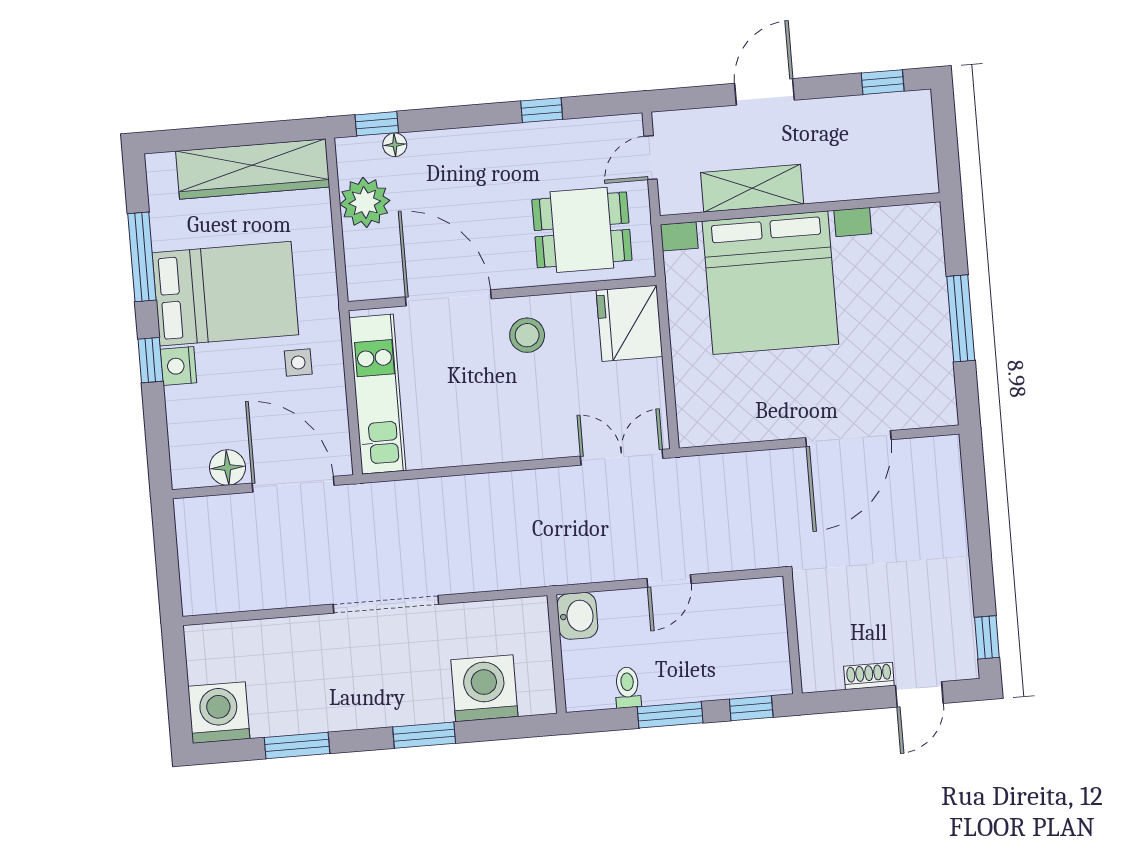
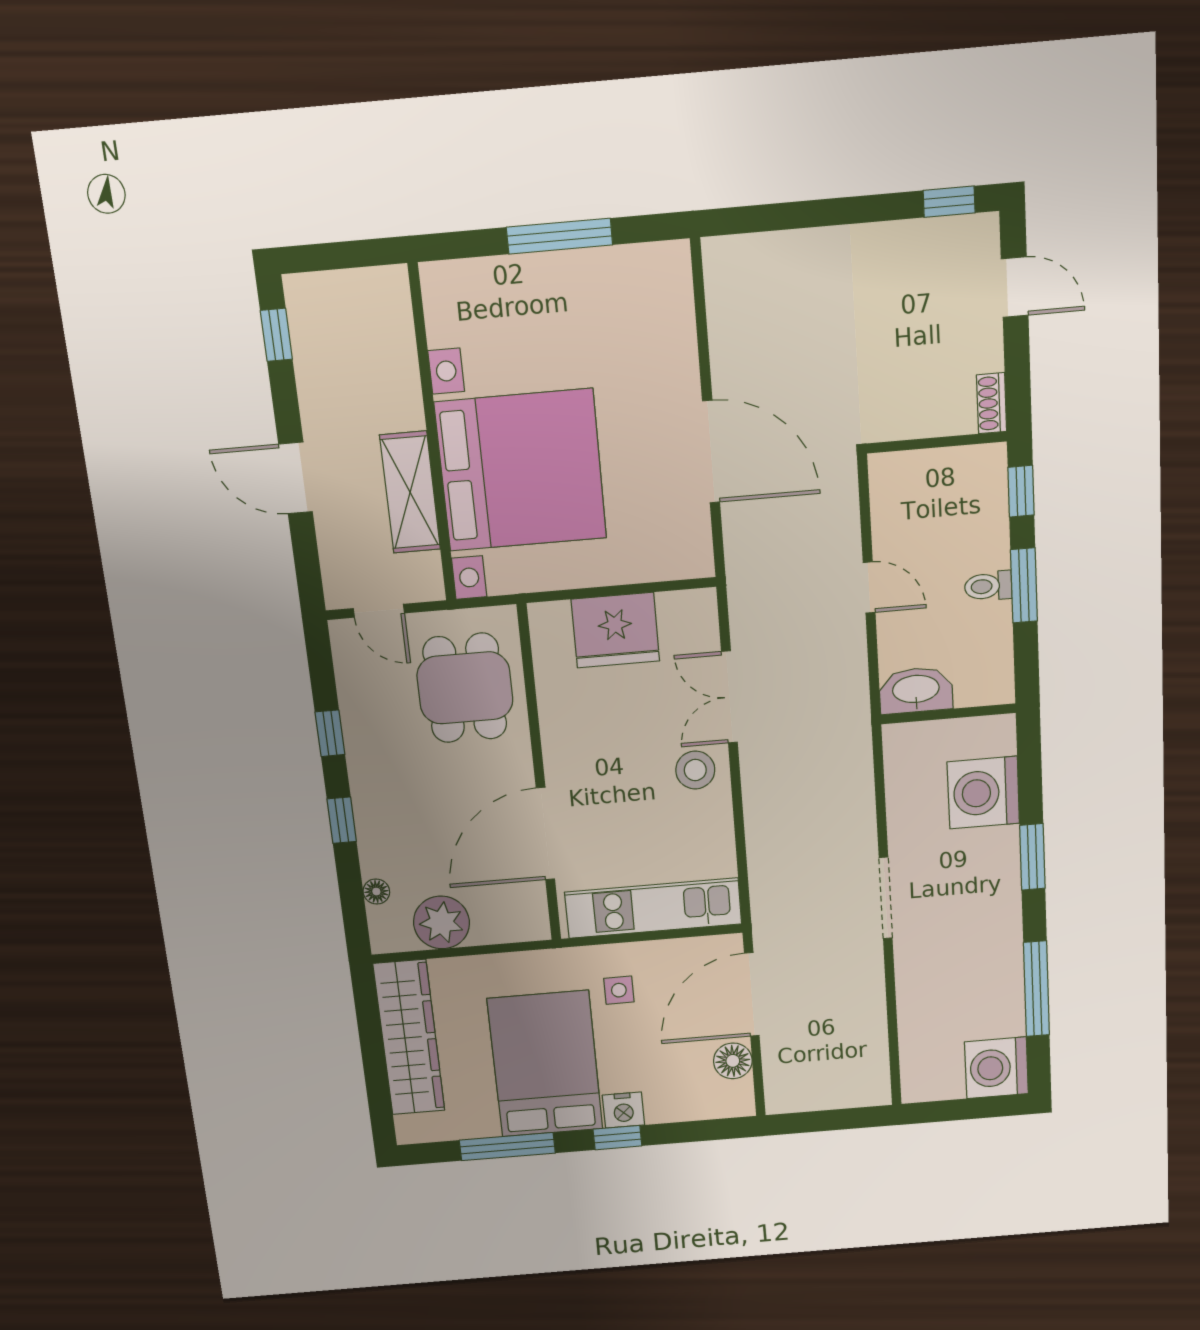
window: (377, 124) -> (342, 820), moved
fridge: (629, 323) -> (615, 630), moved
stool: (527, 335) -> (695, 770), moved
door: (848, 439) -> (711, 452), moved
double door: (622, 457) -> (729, 697), moved
doorway: (386, 604) -> (886, 898), width x0.73
washbasin: (577, 616) -> (916, 690), width x1.38
shoe rack: (869, 676) -> (992, 403), moved
toilet: (628, 687) -> (988, 586), moved
window: (297, 746) -> (1036, 989), width x1.44

